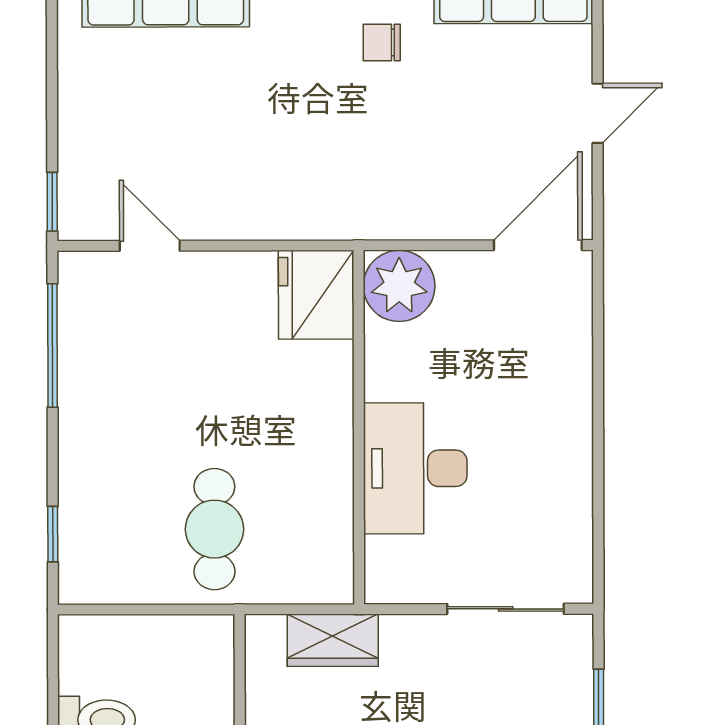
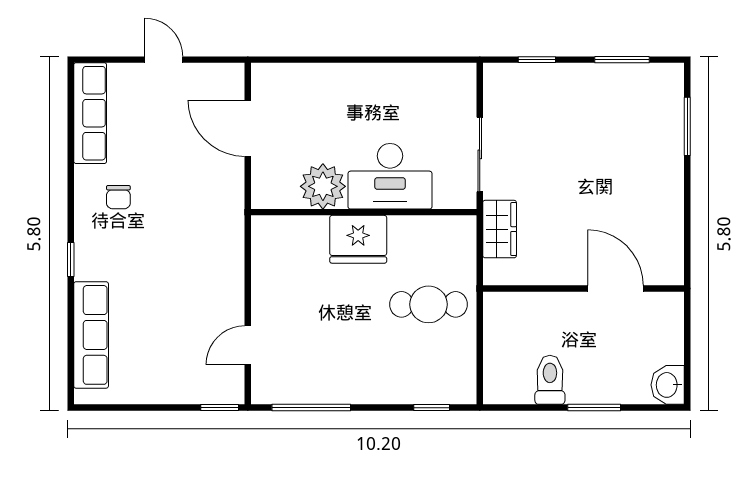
door: (538, 245) -> (248, 128), moved
plant: (399, 286) -> (323, 186), moved
fridge: (316, 295) -> (358, 239), moved
sliding door: (506, 609) -> (480, 154), moved

